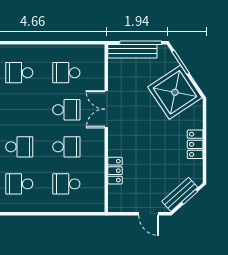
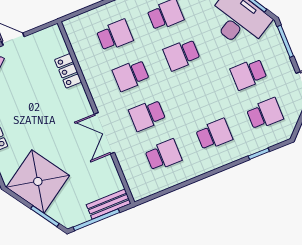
bench: (132, 51) -> (109, 204), width x0.73
double door: (106, 109) -> (104, 133), swing flipped

